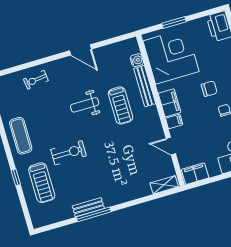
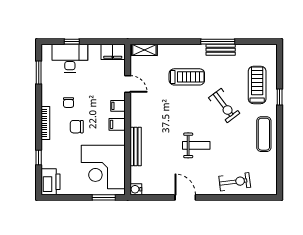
window: (174, 23) -> (104, 197), moved
water cooler: (137, 60) -> (136, 189), moved
exercise bike: (36, 80) -> (235, 182), width x1.38, depth x1.39
filing cabinet: (170, 103) -> (117, 124), width x0.50
treadmill: (121, 105) -> (187, 77), moved, turned 90
exercise bike: (69, 153) -> (224, 105), turned -127

